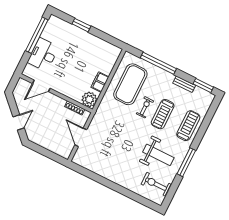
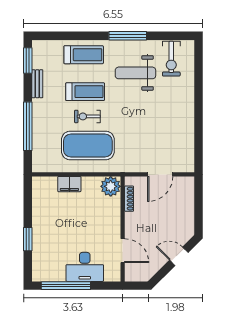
filing cabinet: (100, 82) -> (69, 184), moved
exercise mat: (130, 84) -> (88, 145), moved
treadmill: (188, 126) -> (84, 55), turned 180
weight bench: (158, 155) -> (135, 73), turned -90

